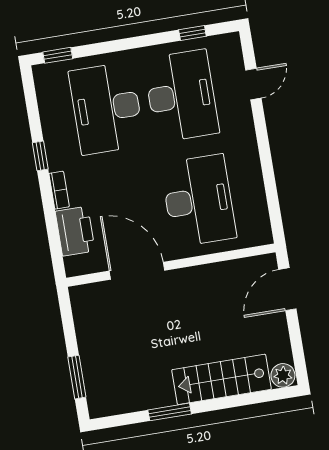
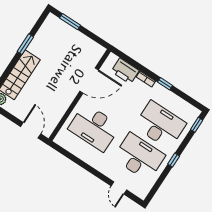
window: (192, 33) -> (174, 160), moved
desk: (181, 96) -> (139, 157), turned 180

